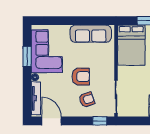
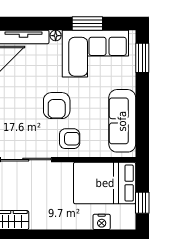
window: (49, 21) -> (142, 58), added
armchair: (87, 100) -> (70, 139), moved, turned -71

